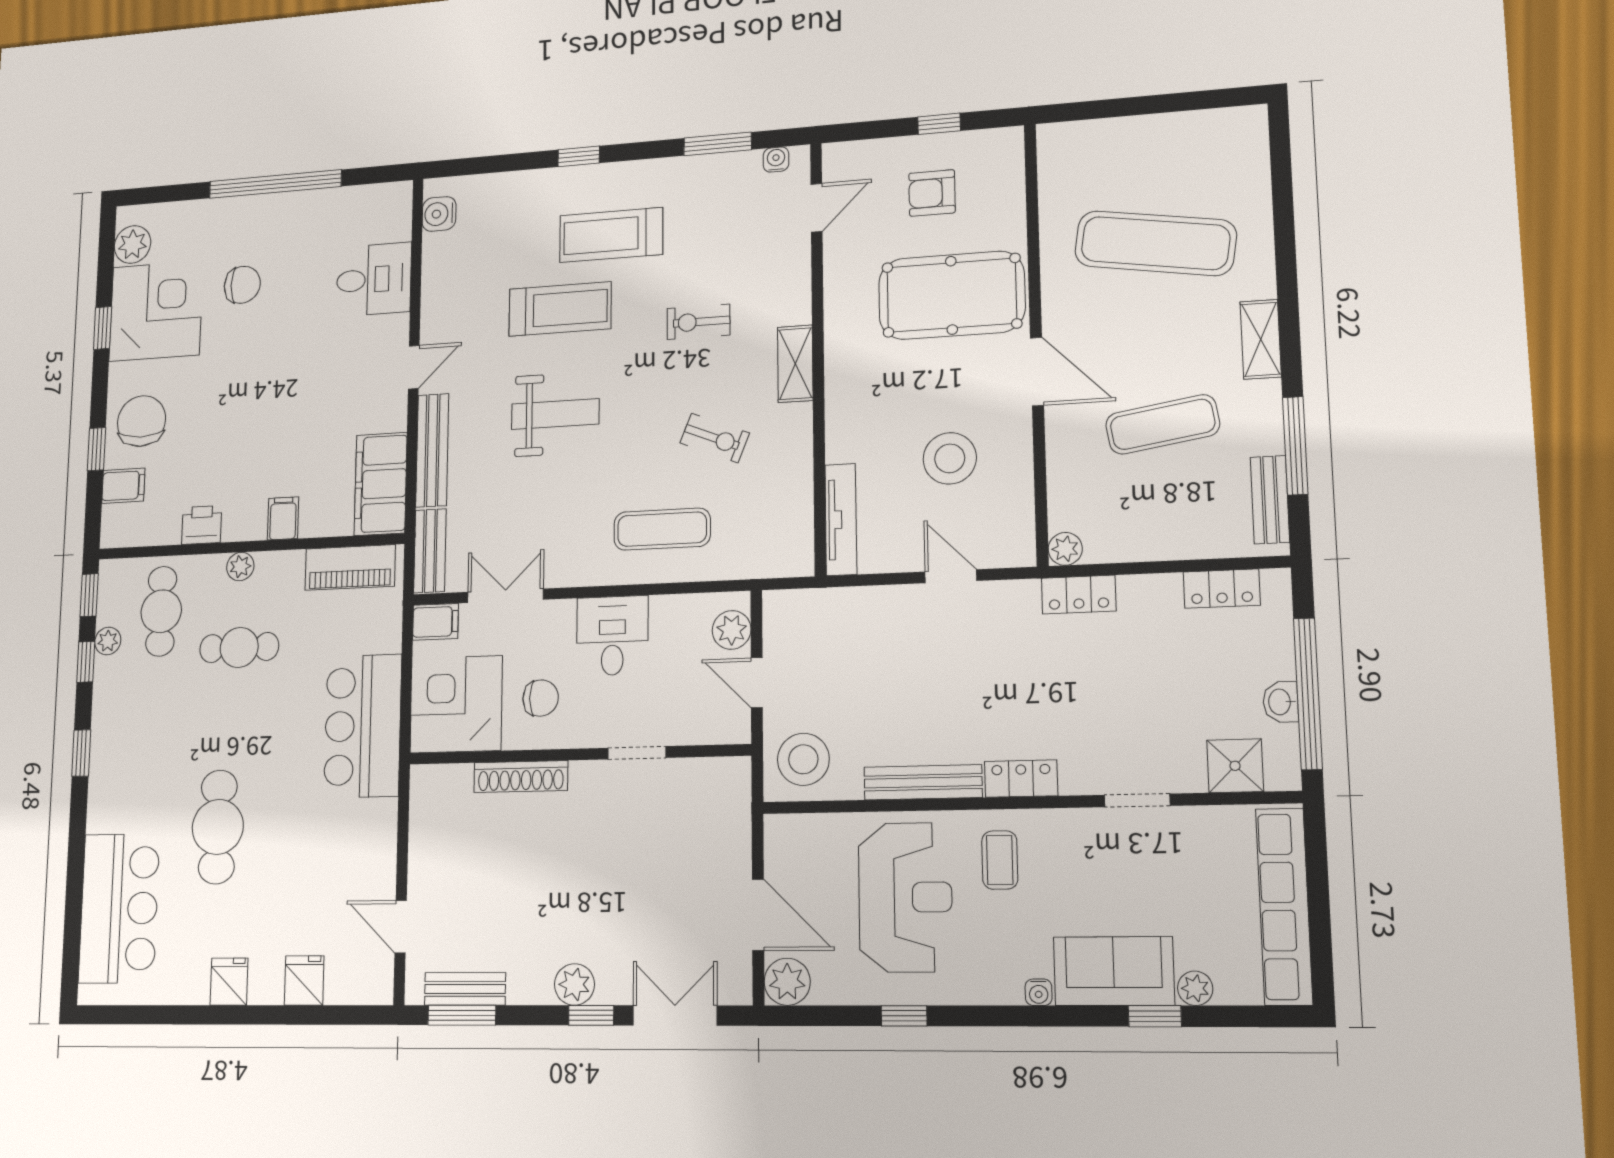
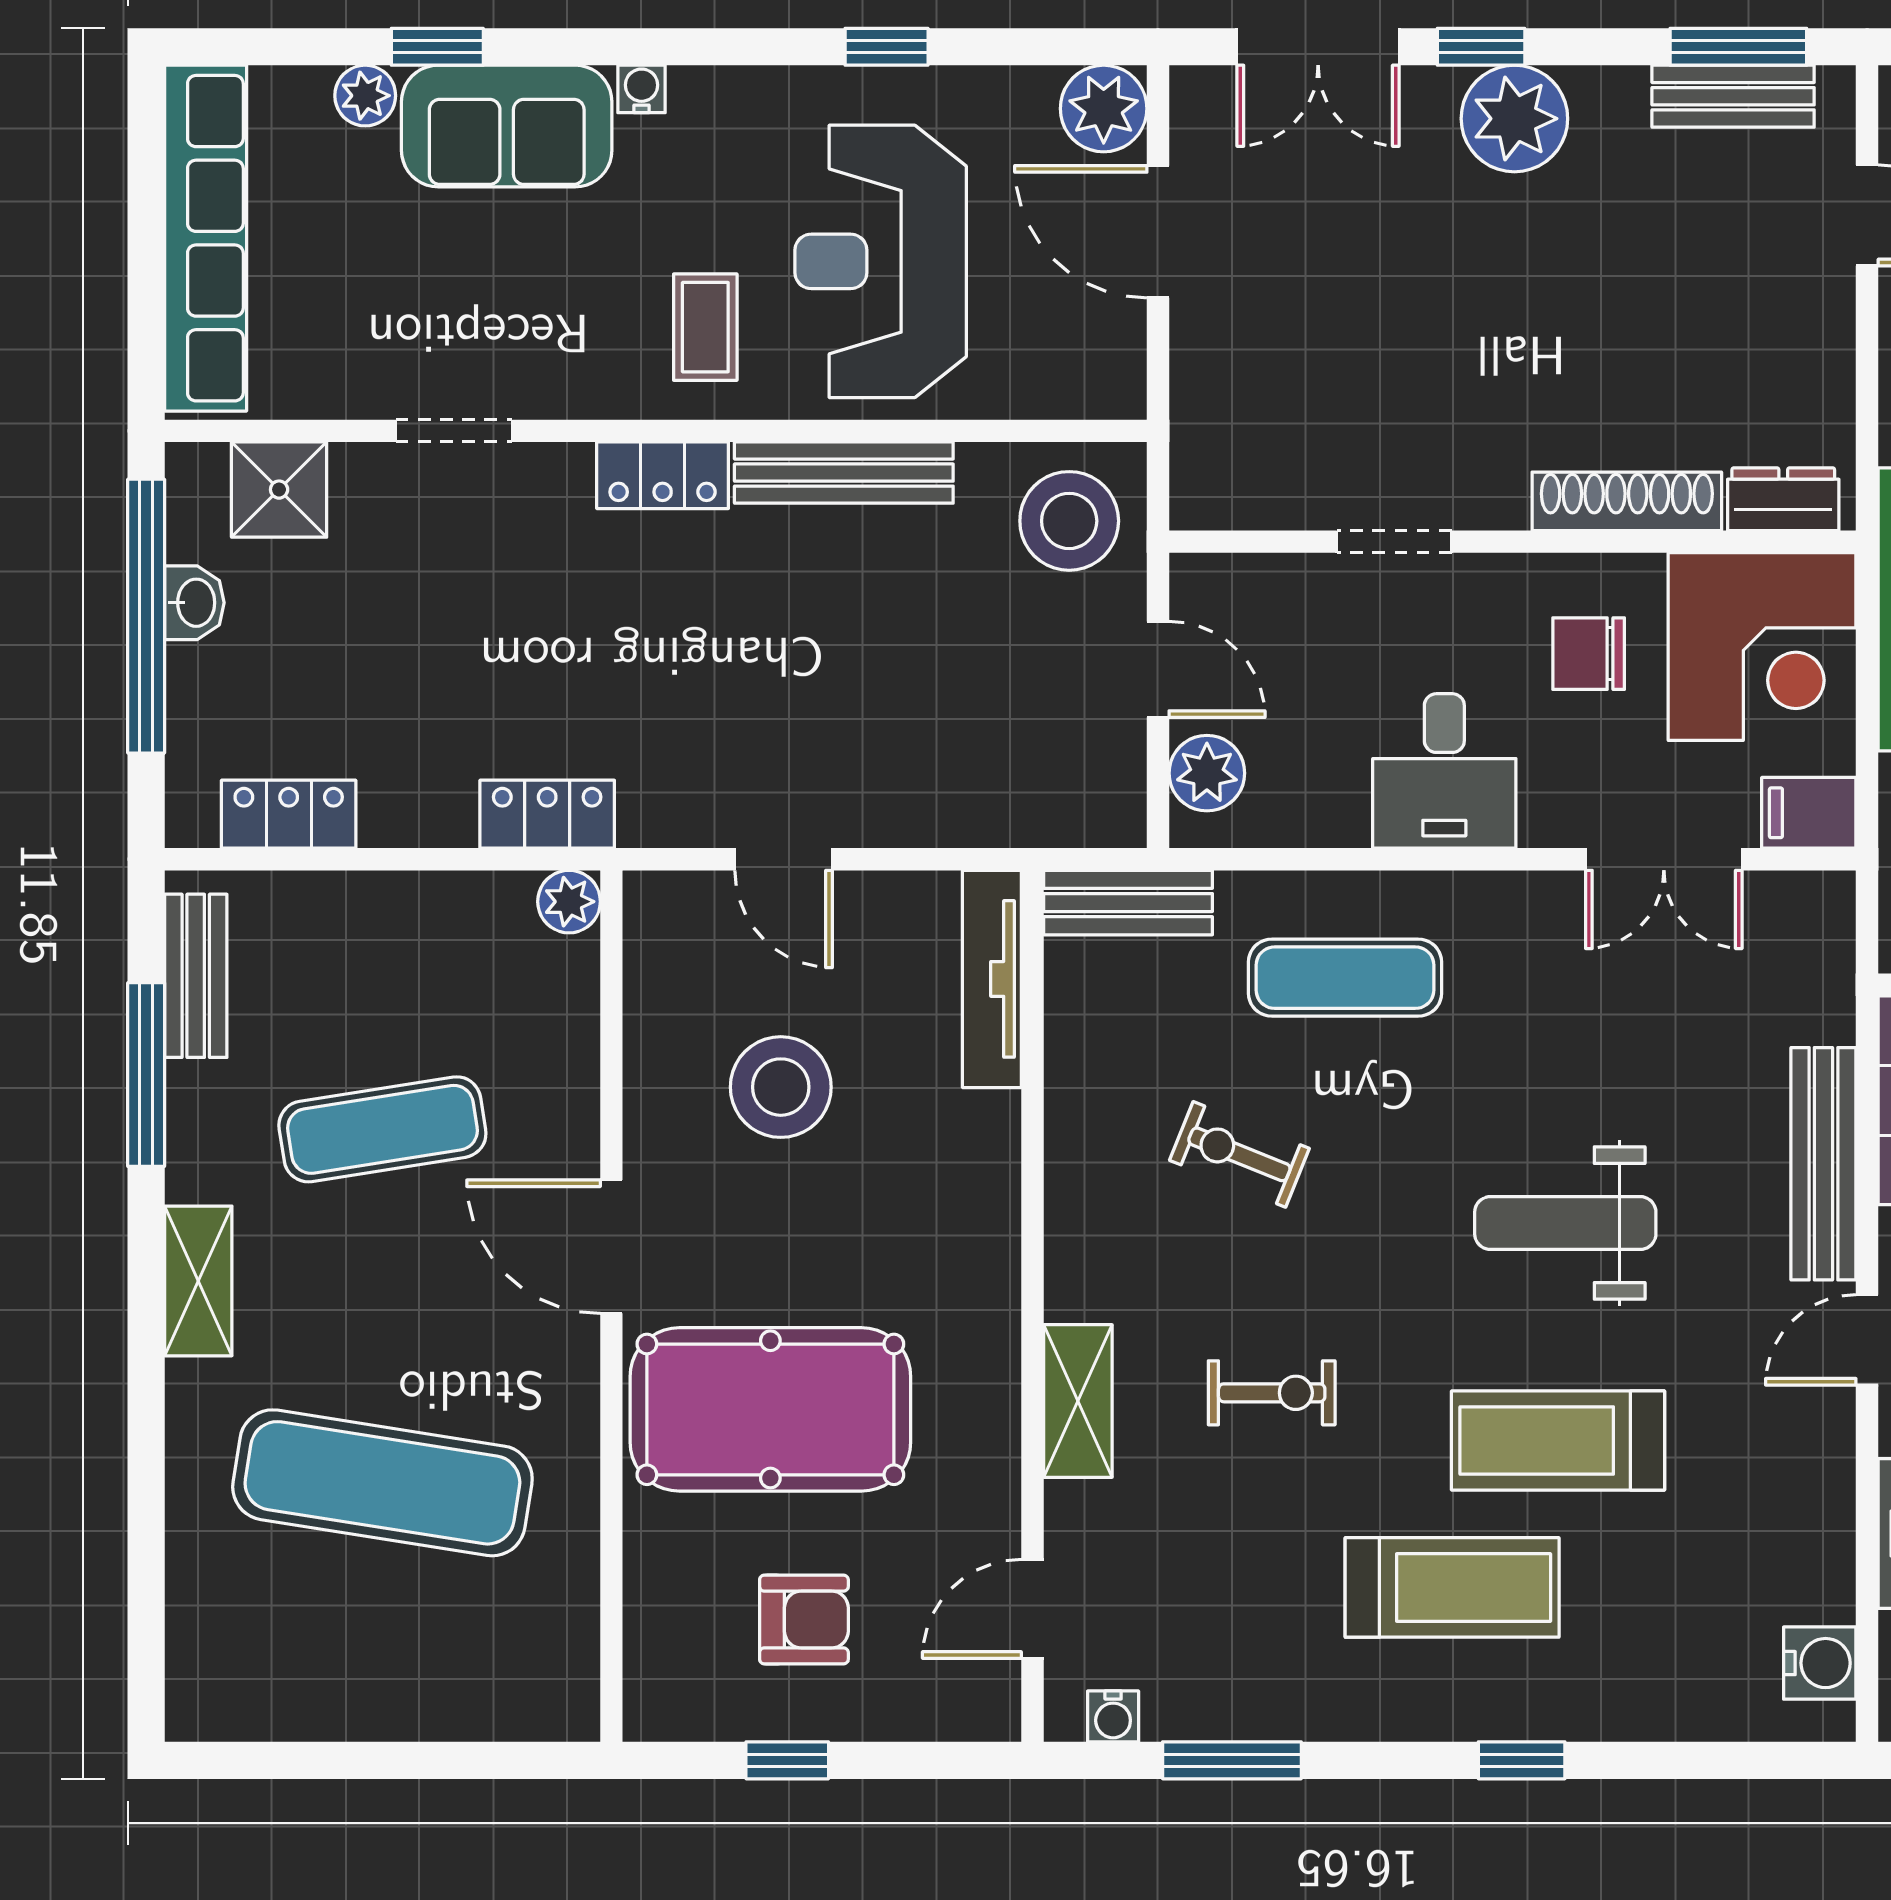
shelving: (795, 364) -> (1078, 1401), moved
bench: (430, 551) -> (1128, 903), moved, turned 90
dresser: (444, 779) -> (1783, 499), added
plant: (574, 984) -> (1514, 119), width x1.36, depth x1.36

